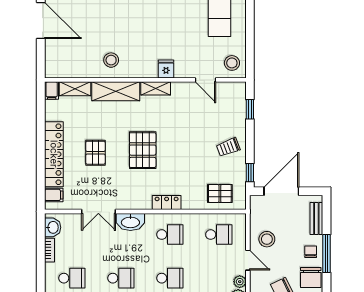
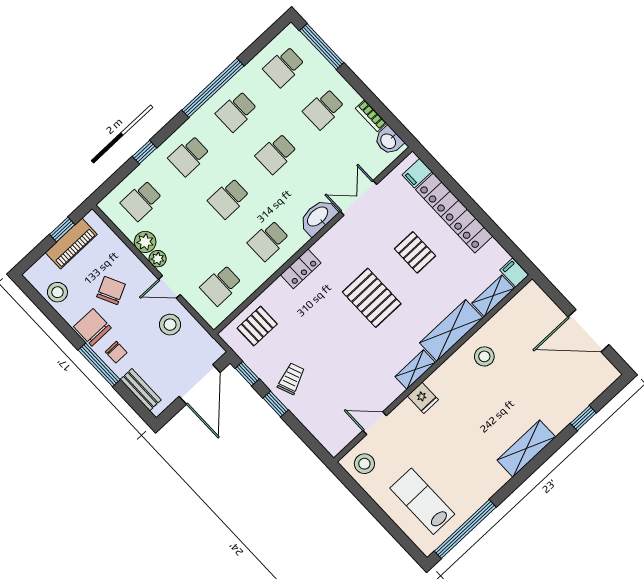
window: (250, 109) -> (276, 404), moved

